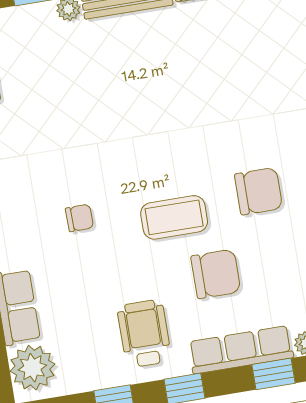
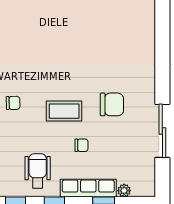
chair: (216, 274) -> (81, 145), width x0.54, depth x0.54

